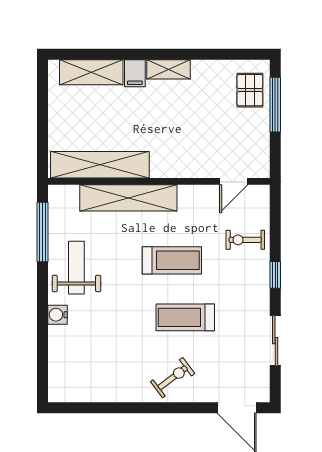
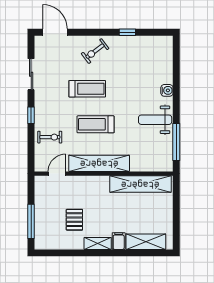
pallet: (250, 90) -> (74, 220), moved
shelving: (128, 198) -> (99, 163), moved
weight bench: (76, 268) -> (155, 120), turned 90
window: (121, 408) -> (127, 32), added

